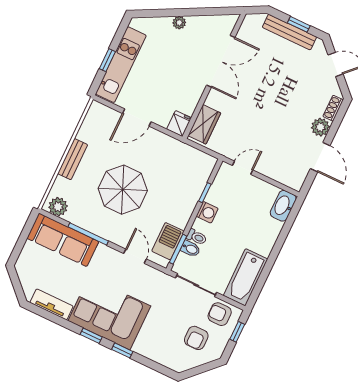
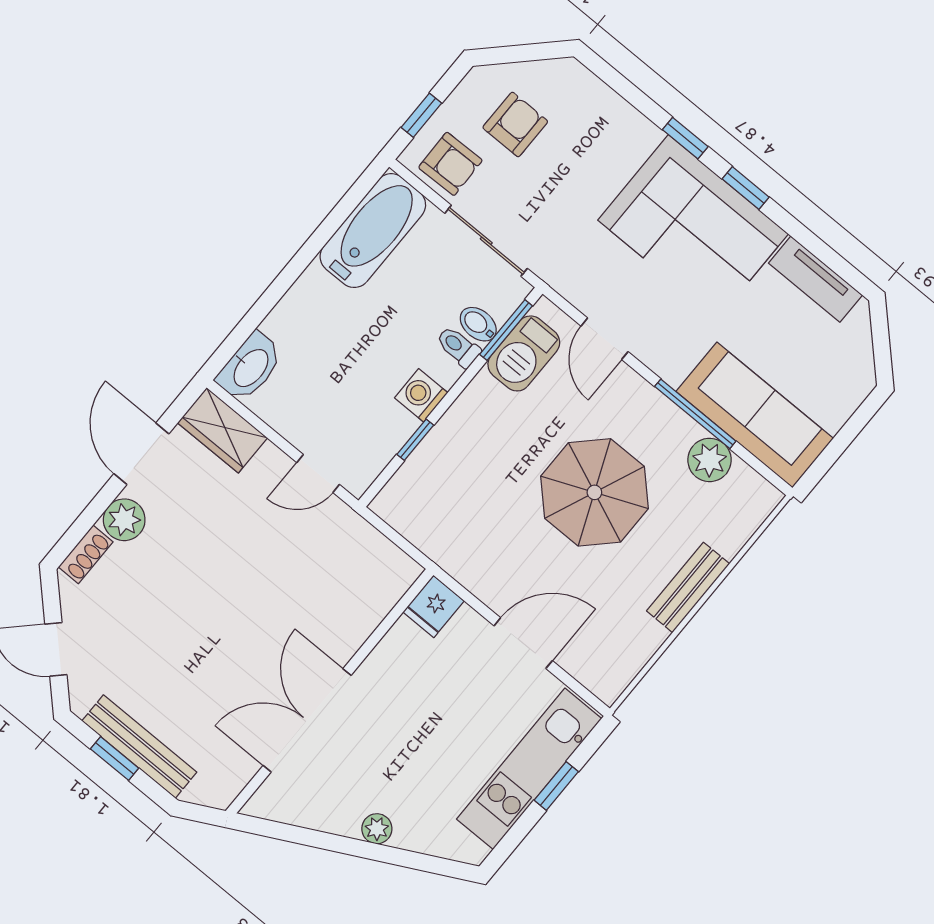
wardrobe: (204, 124) -> (222, 430), moved, turned -90
plant: (58, 207) -> (710, 460), moved

